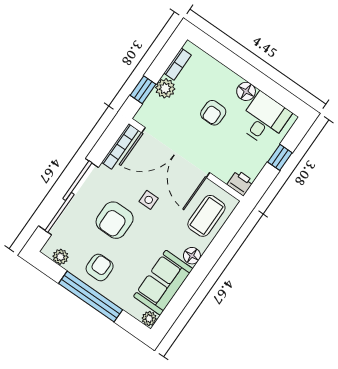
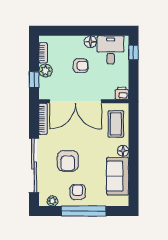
armchair: (213, 113) -> (81, 66), turned -90
window: (280, 157) -> (133, 53), moved
side table: (149, 200) -> (79, 137), removed
plant: (149, 319) -> (124, 201), removed

